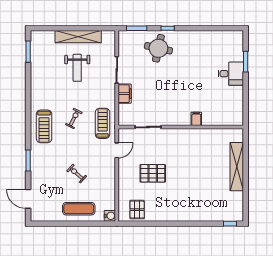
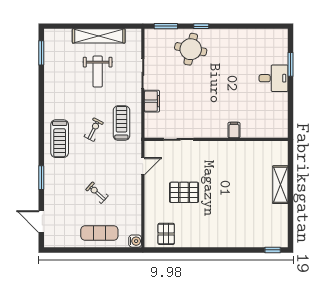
treadmill: (103, 123) -> (121, 123), moved
shelving: (237, 167) -> (280, 185), width x0.68

